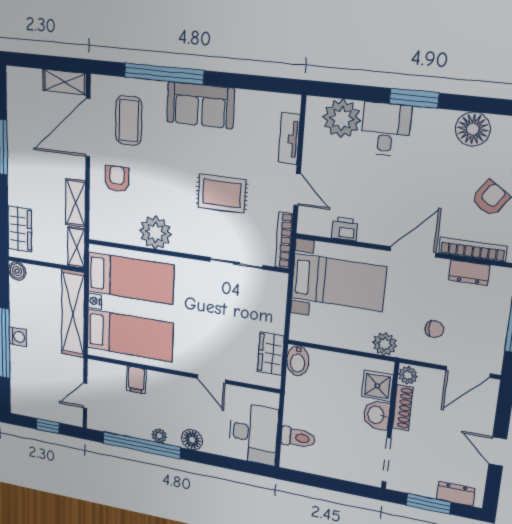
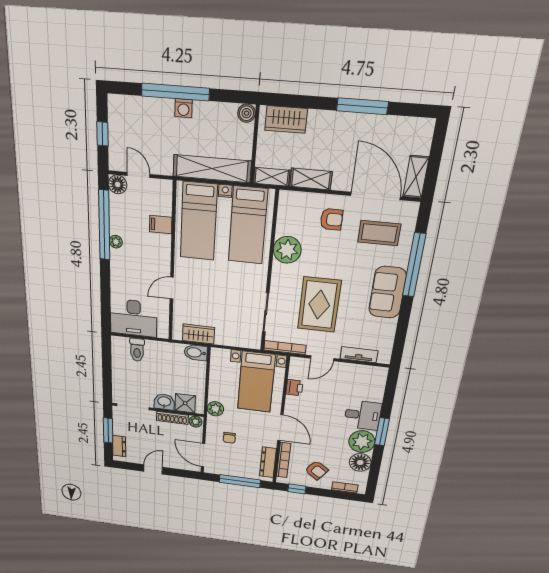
plant: (342, 119) -> (362, 442), moved
rug: (222, 194) -> (319, 305), width x1.36, depth x1.43
dresser: (469, 273) -> (268, 462), width x1.44
floor lamp: (192, 440) -> (118, 184), moved

